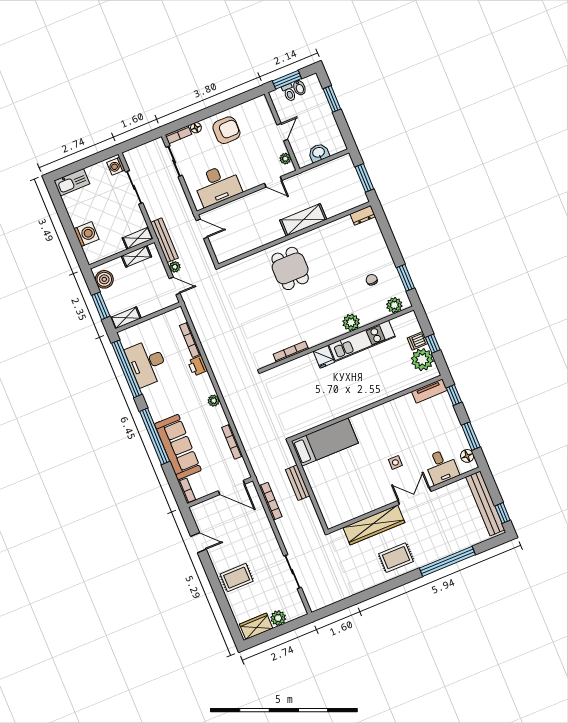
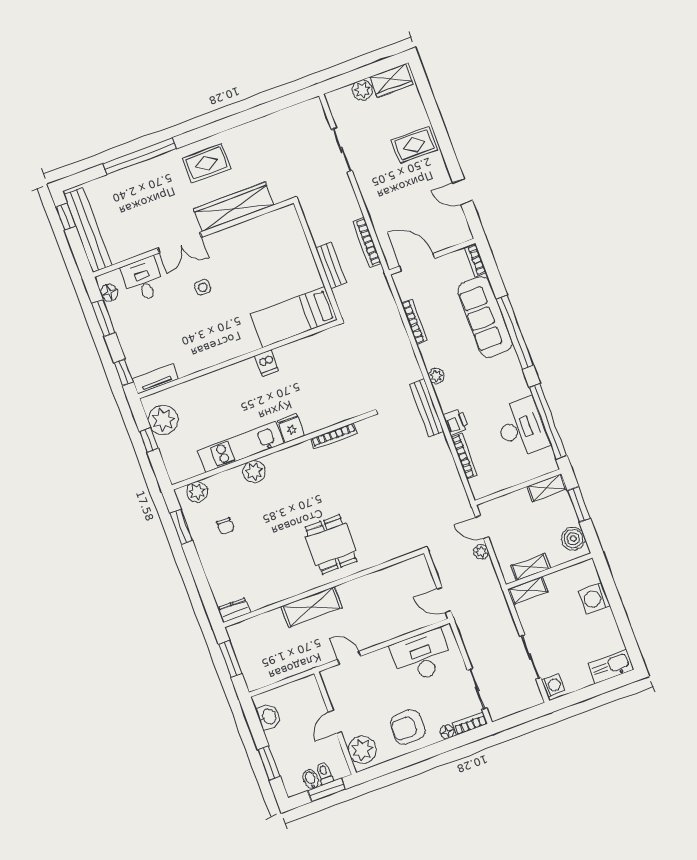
washbasin: (319, 153) -> (269, 717), moved, turned -90
plant: (285, 159) -> (362, 750), moved, width x1.88, depth x1.88
bench: (164, 240) -> (427, 408), moved
dishwasher: (418, 341) -> (267, 363), moved, turned 90

